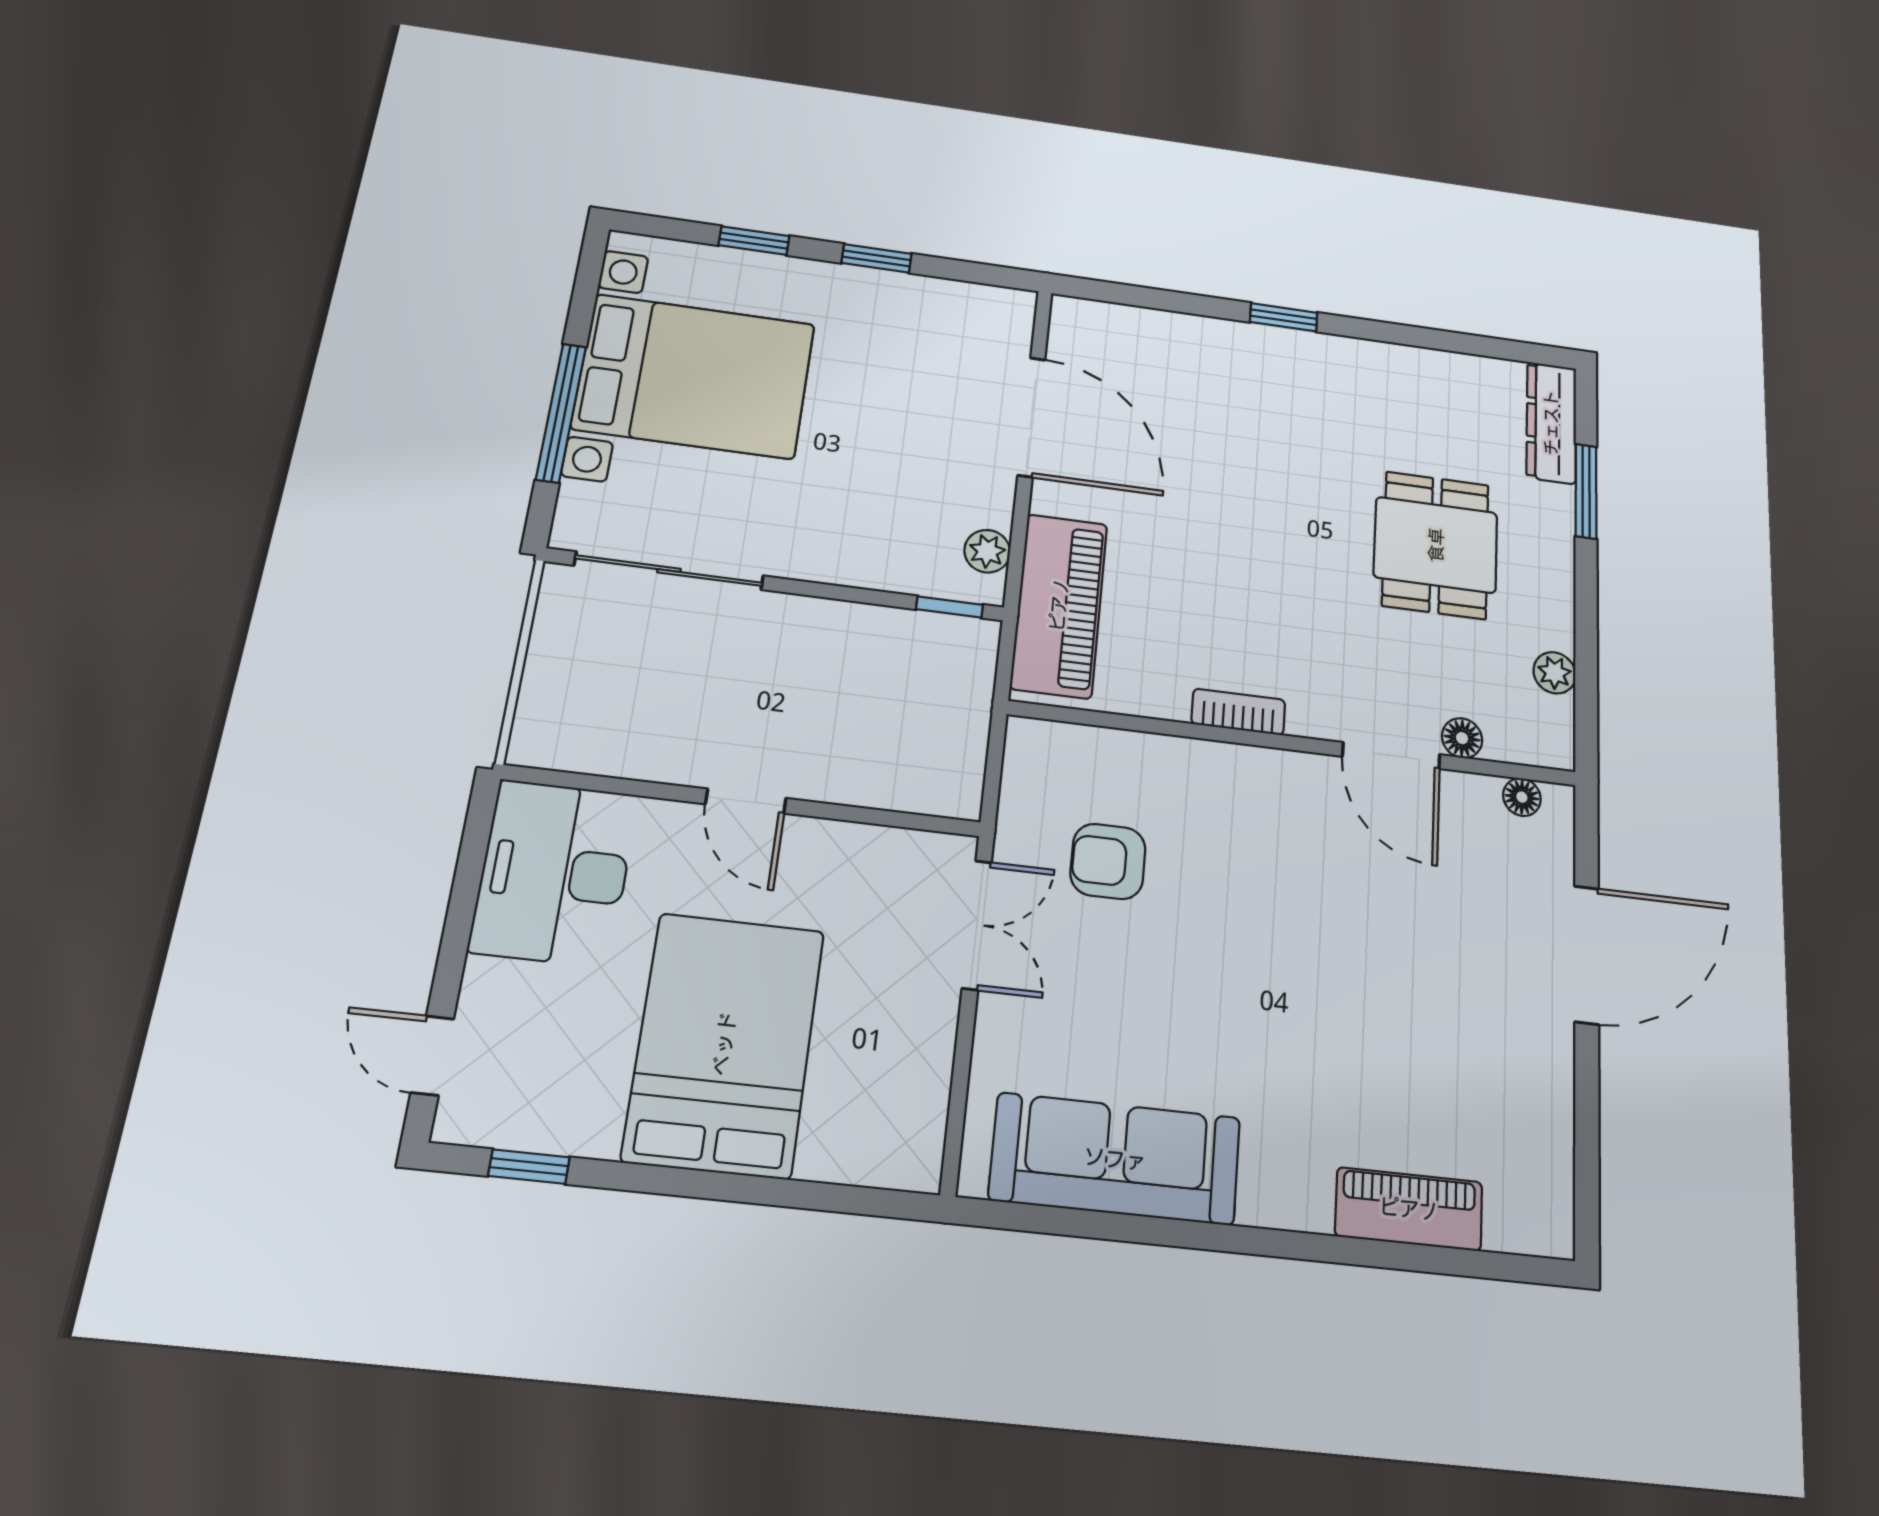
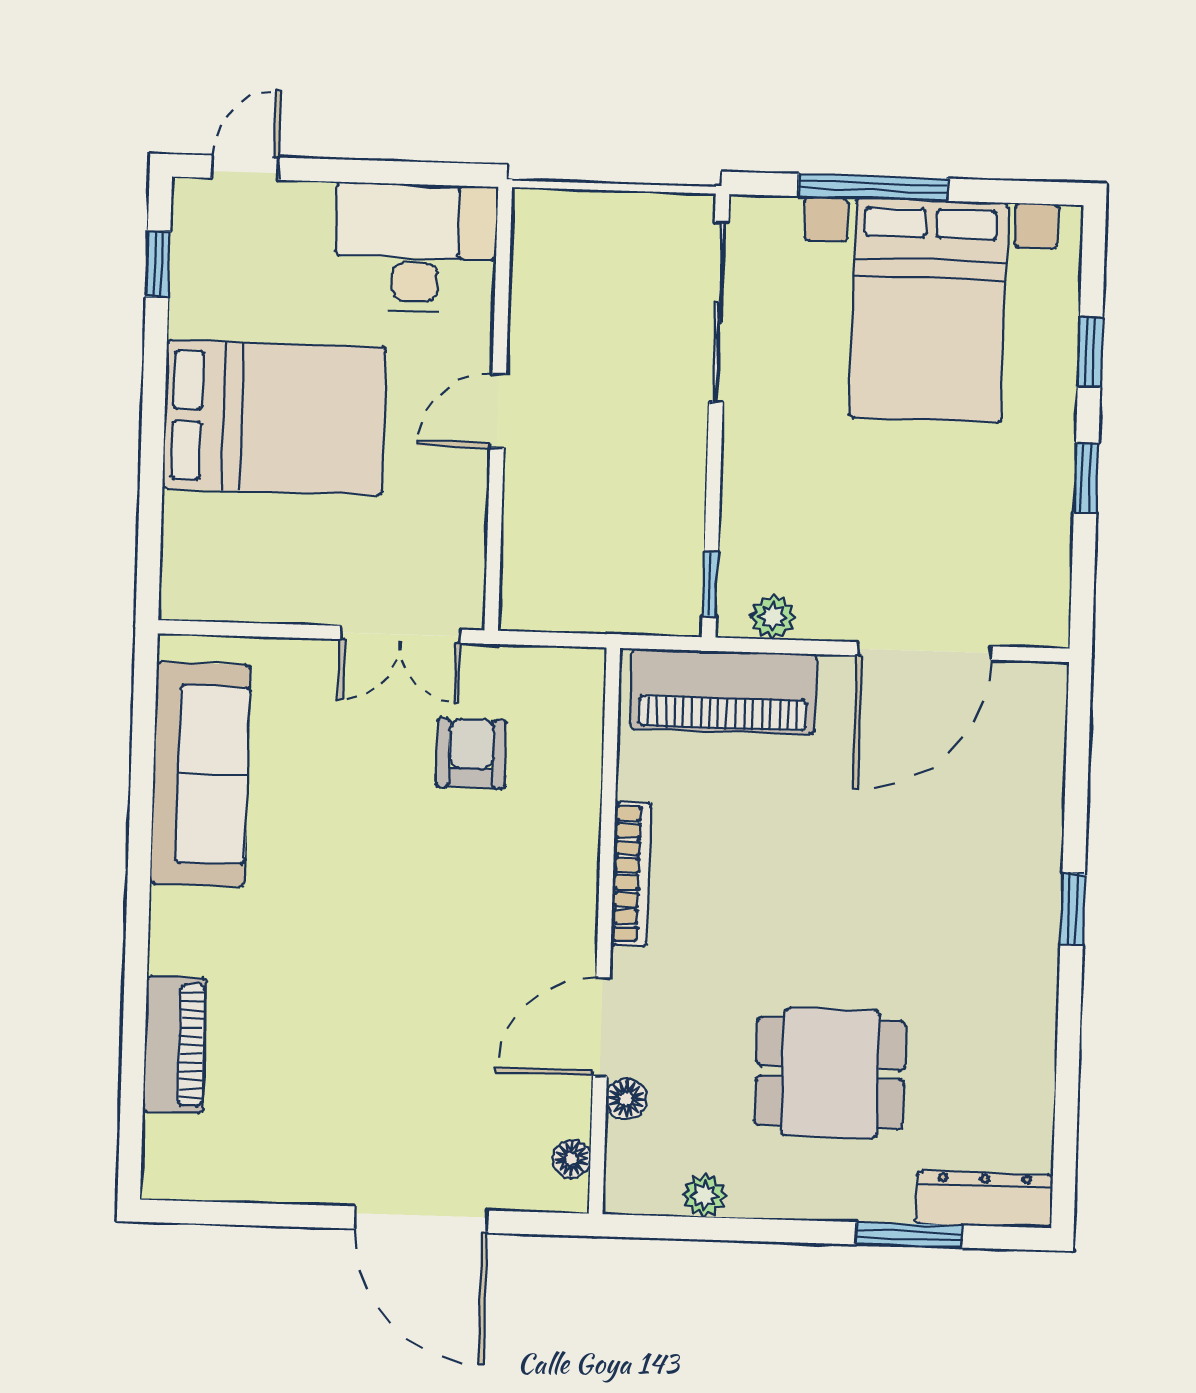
bookcase: (1238, 712) -> (631, 874), width x1.56

